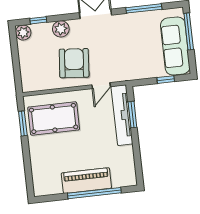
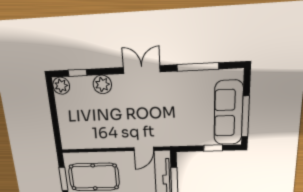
window: (189, 31) -> (245, 117), moved
armchair: (74, 63) -> (116, 123), removed

